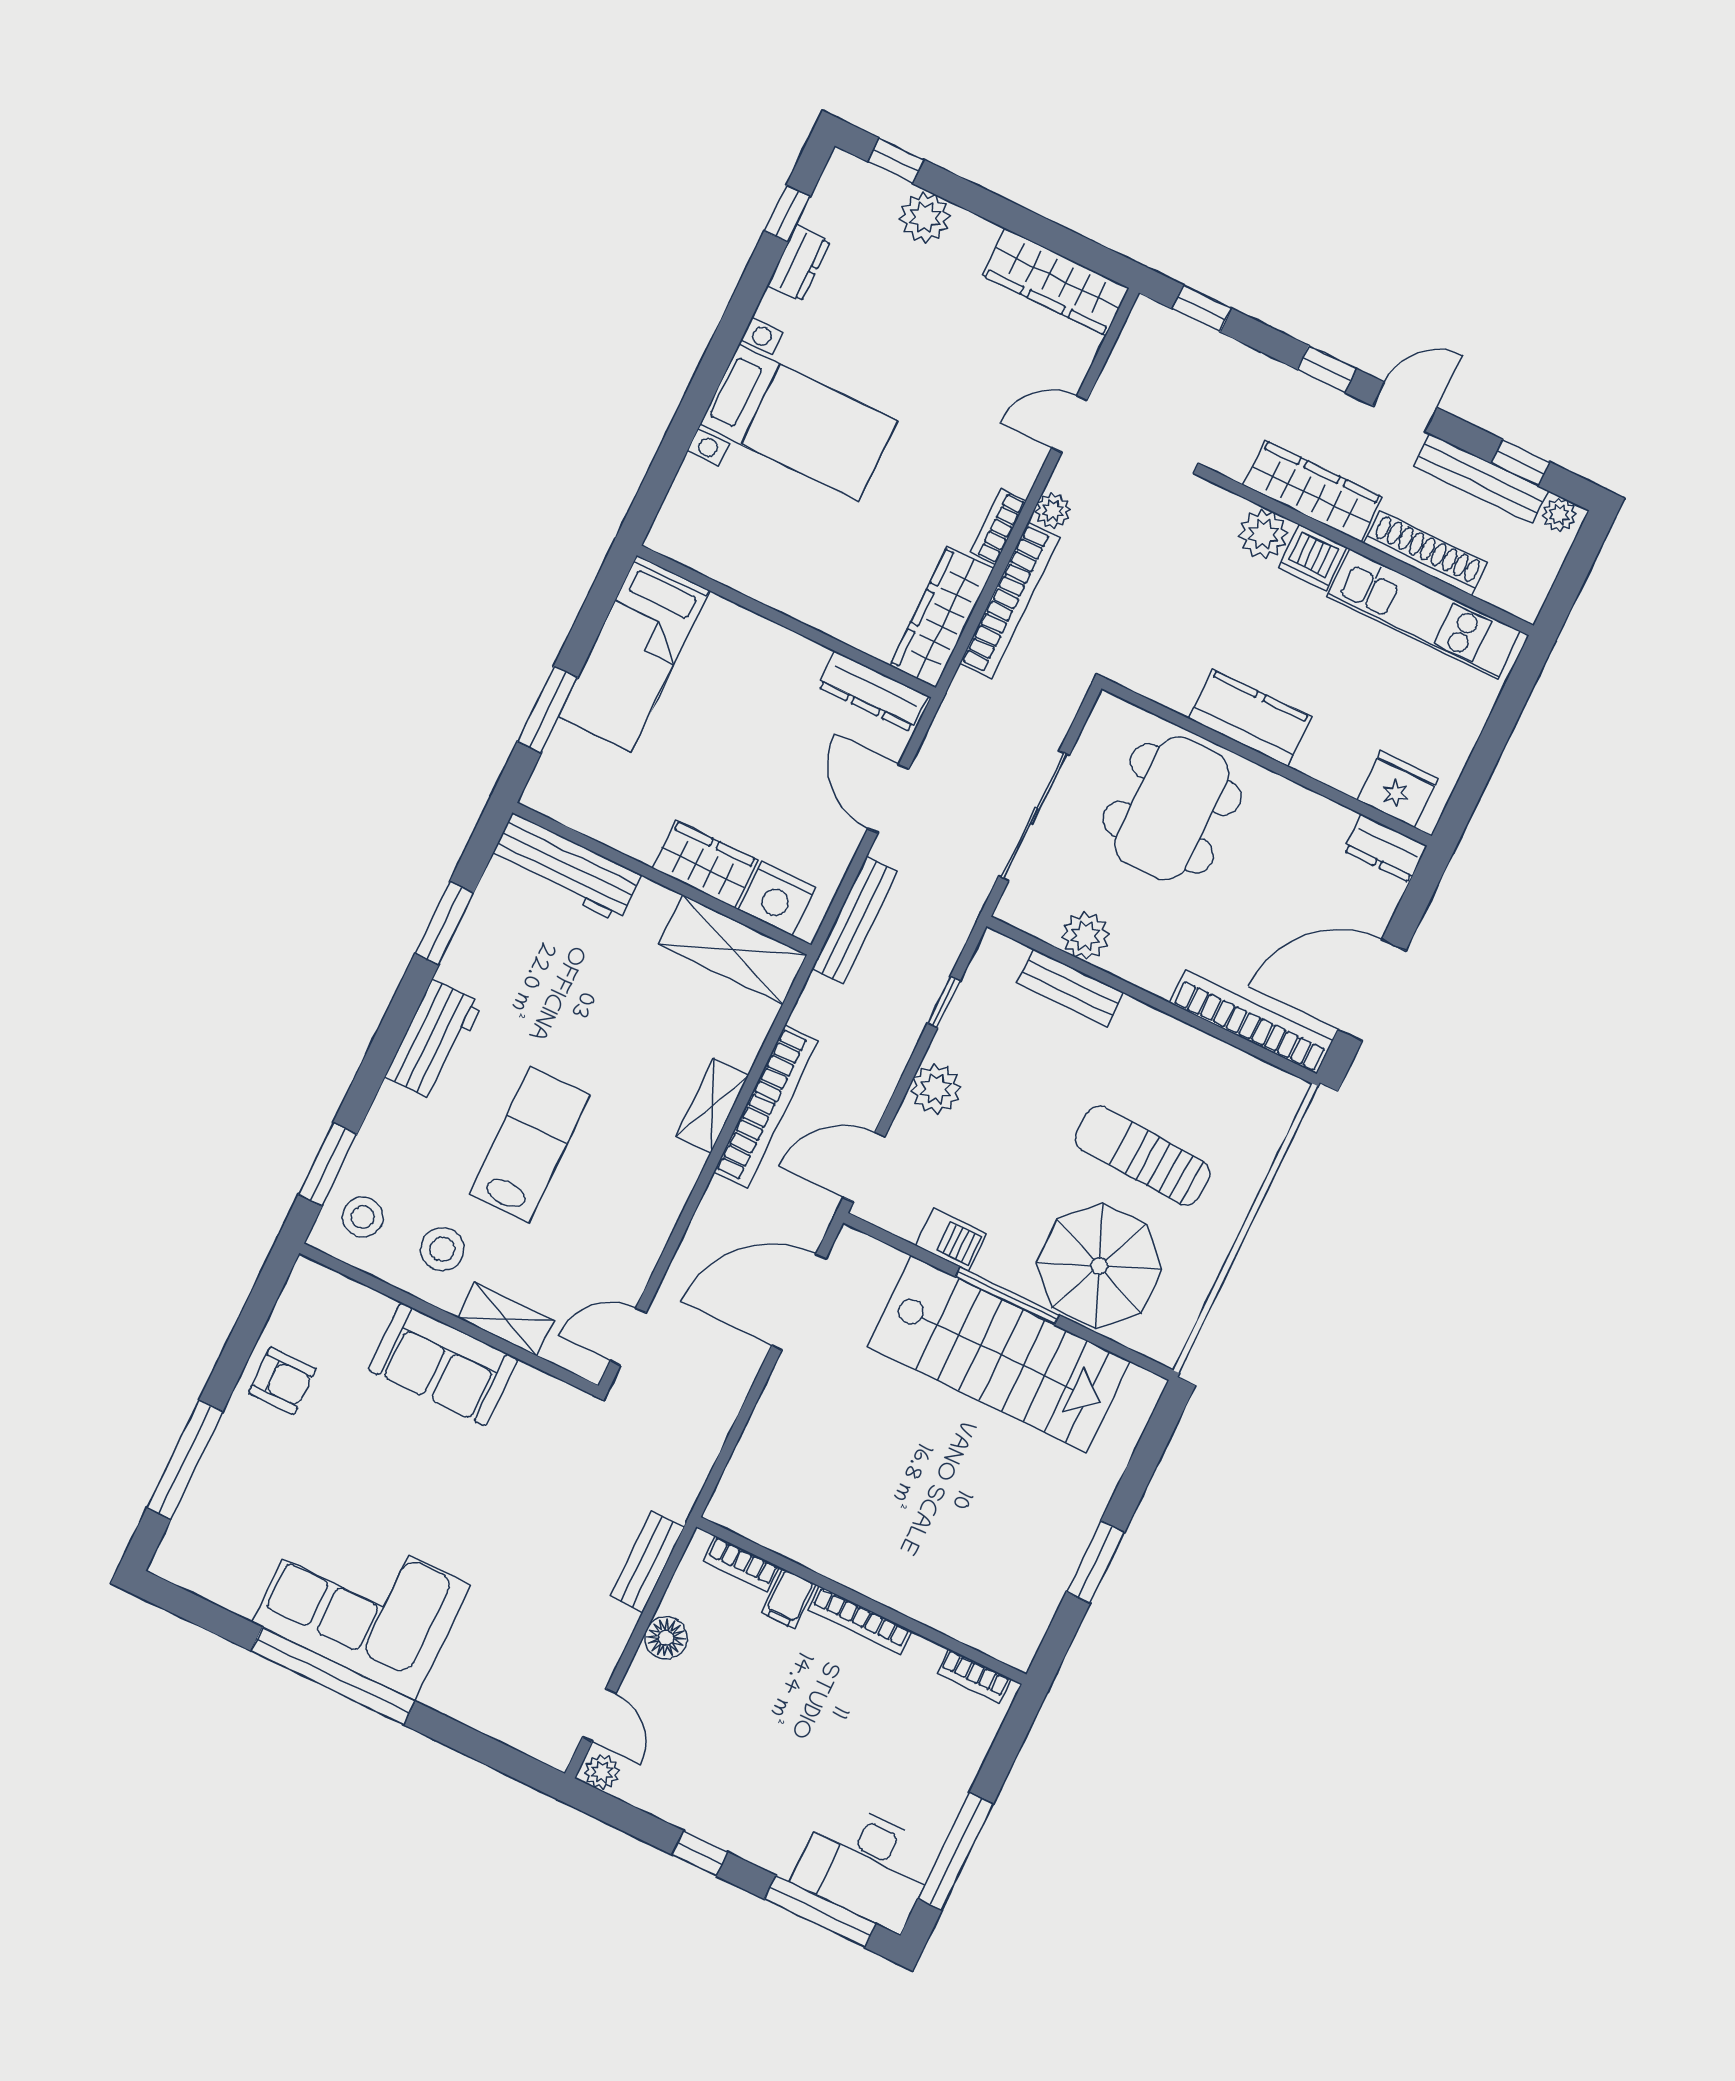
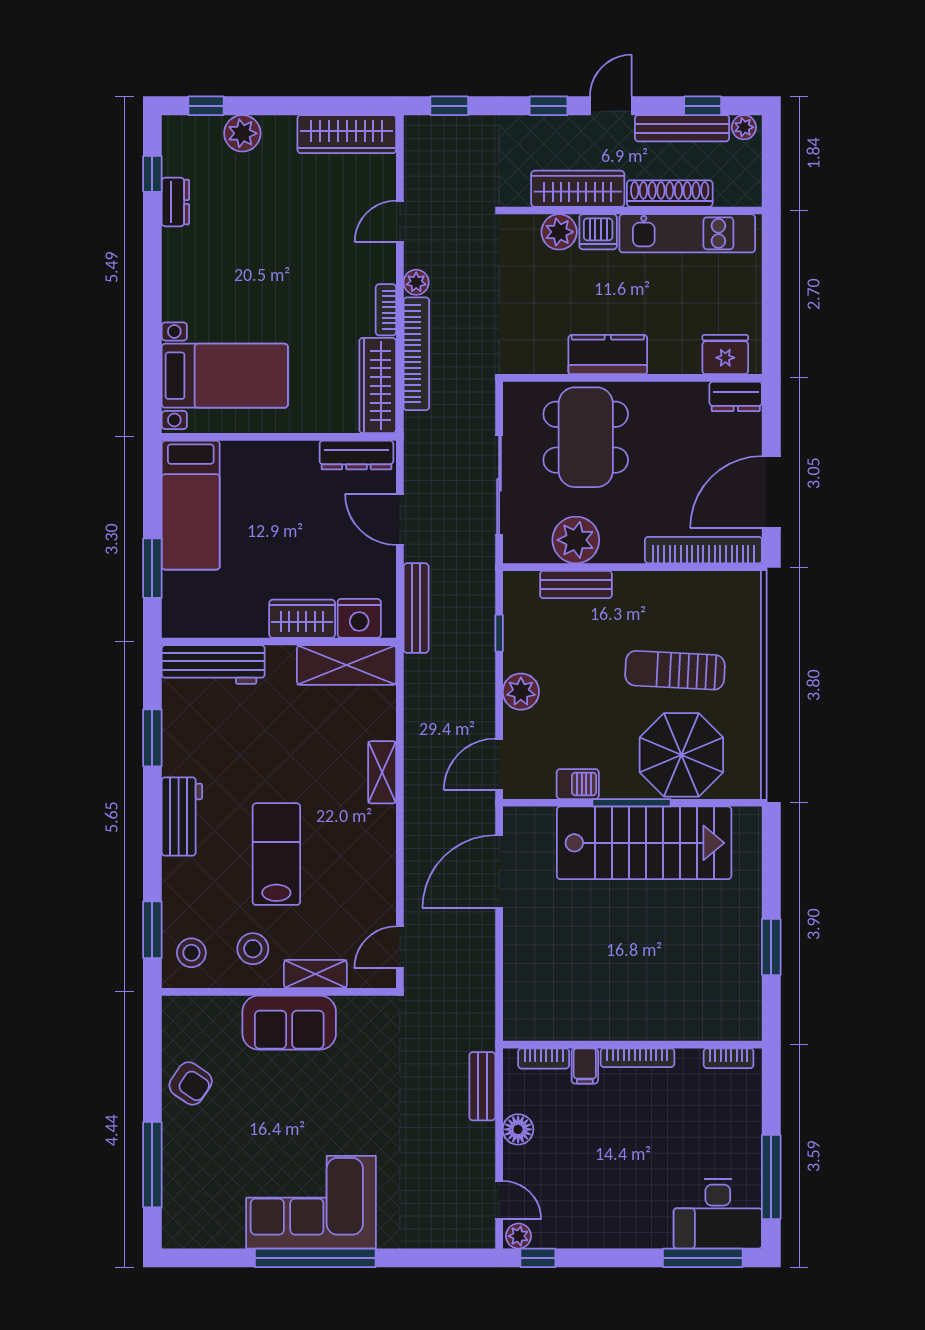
bed with nightstands: (799, 422) -> (225, 376), moved
plant: (1085, 936) -> (576, 540), width x1.36, depth x1.36
bookcase: (766, 1106) -> (417, 756), removed
armchair: (282, 1381) -> (191, 1083), turned 34
window: (700, 1853) -> (538, 1258), moved

